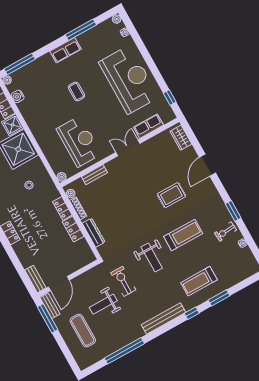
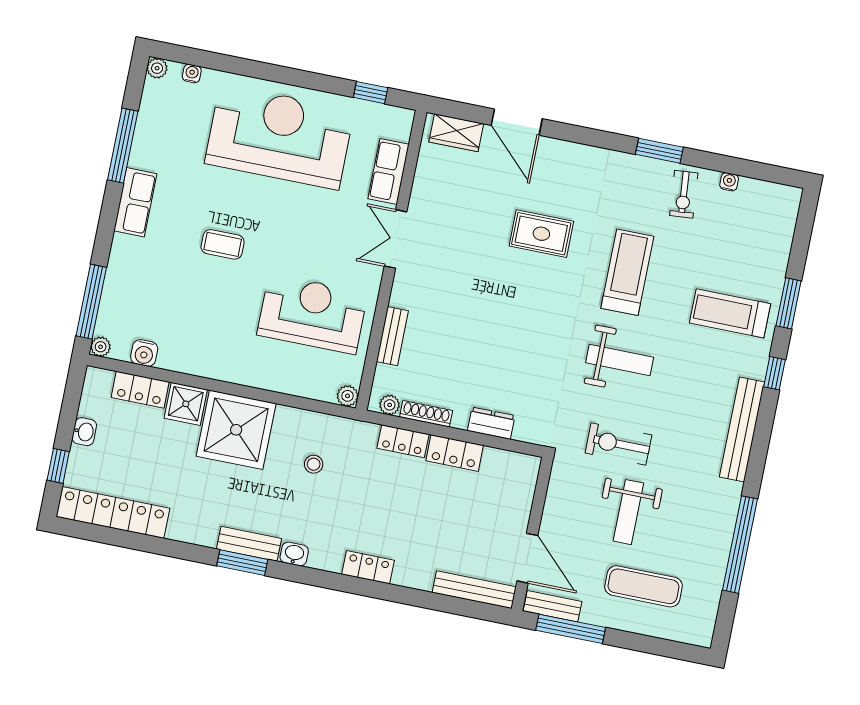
door: (208, 165) -> (517, 122), moved
rug: (171, 195) -> (541, 234), turned 90
dresser: (94, 233) -> (491, 423), width x0.70
bench: (35, 279) -> (474, 590), width x1.36
treadmill: (199, 281) -> (730, 313), turned 90

